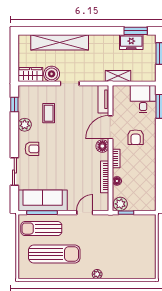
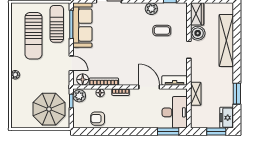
window: (136, 31) -> (237, 94), moved
freezer: (131, 42) -> (227, 118), moved
desk: (143, 99) -> (175, 112), width x1.37
armchair: (136, 137) -> (98, 119), moved
floor lamp: (102, 146) -> (83, 80), moved
armchair: (32, 149) -> (129, 15), removed
parasol: (135, 237) -> (49, 109), added

